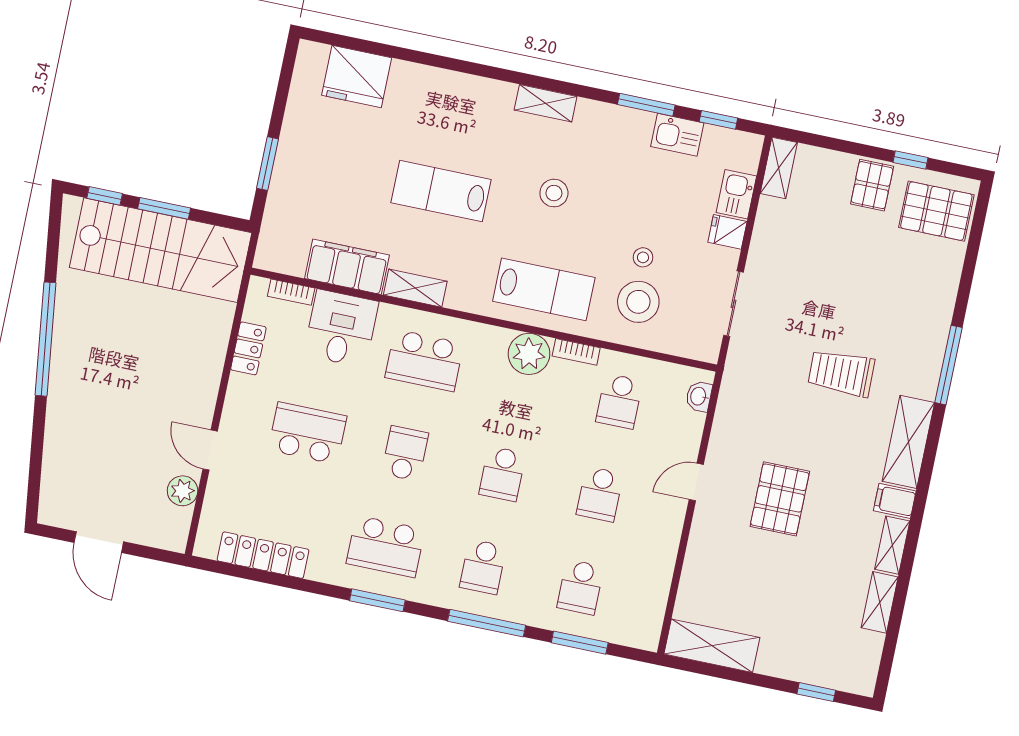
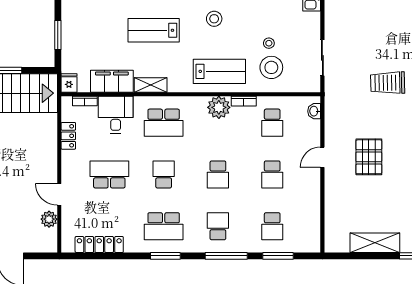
fridge: (727, 232) -> (69, 83), moved, turned 90
school desk: (483, 567) -> (218, 226), turned 180
shelving: (712, 646) -> (375, 243), moved

